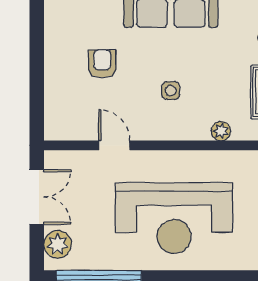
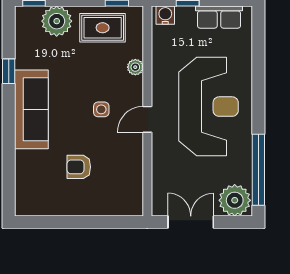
door: (114, 145) -> (147, 119), moved
plant: (58, 244) -> (235, 200), width x1.36, depth x1.36

